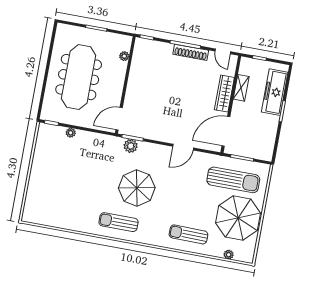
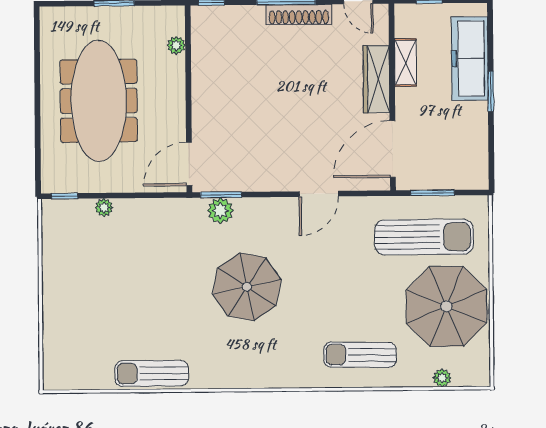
sun lounger: (119, 222) -> (152, 373), moved

